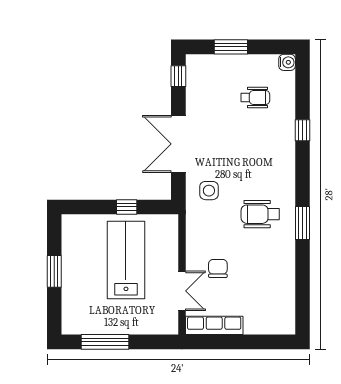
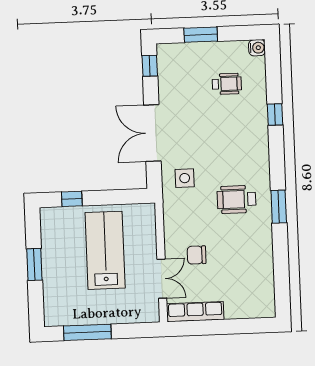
window: (127, 207) -> (72, 199), moved
chair: (218, 268) -> (197, 255), turned -90

